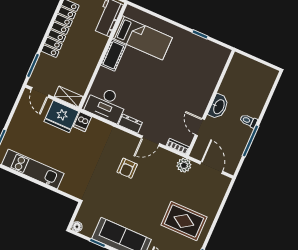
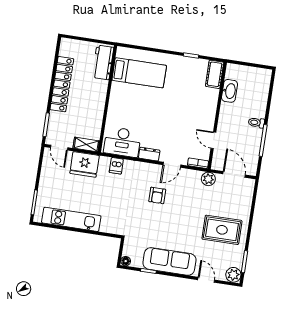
cot: (113, 55) -> (215, 74), moved
washbasin: (219, 107) -> (230, 91), moved
dishwasher: (82, 122) -> (116, 166), moved

